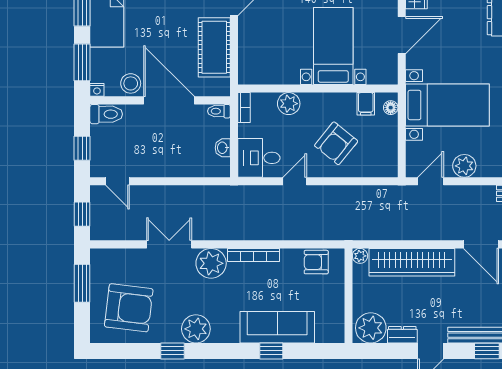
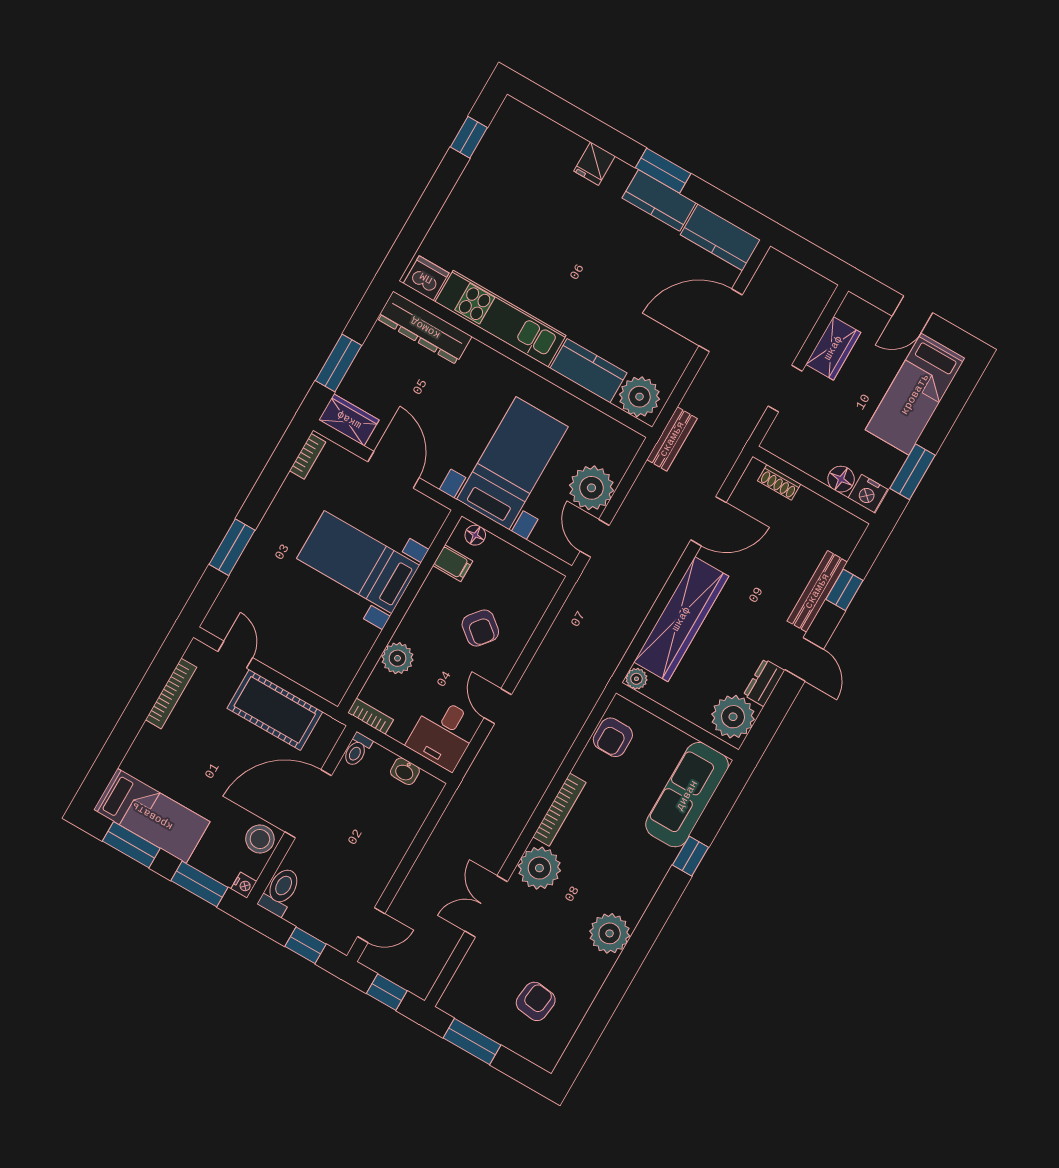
armchair: (336, 143) -> (480, 628), width x0.72, depth x0.72
plant: (464, 166) -> (591, 488), width x1.36, depth x1.36
armchair: (129, 308) -> (536, 1001), width x0.53, depth x0.53
sofa: (277, 327) -> (687, 795), moved
window: (173, 351) -> (620, 978), removed

